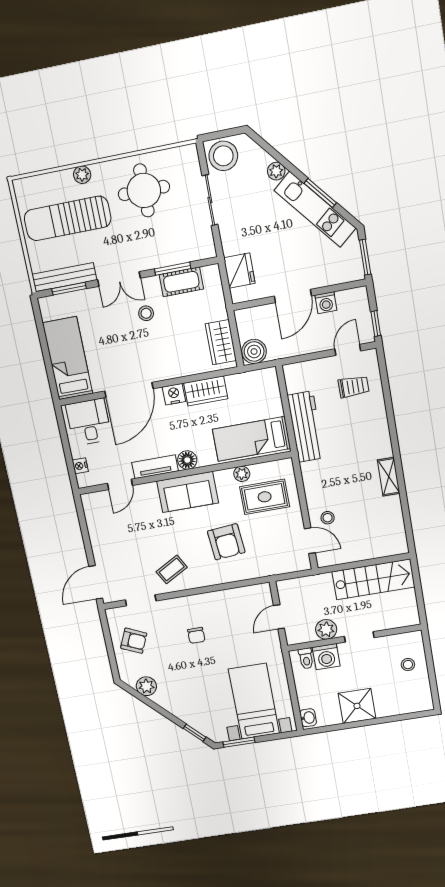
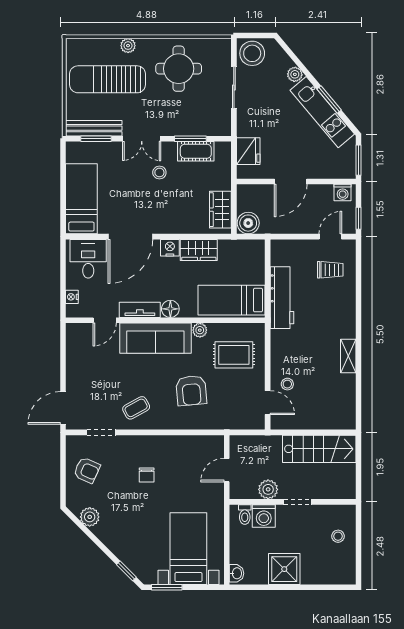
washing machine: (326, 303) -> (343, 192), moved
plant: (242, 474) -> (200, 330), moved
sofa: (188, 492) -> (155, 338), width x1.36

